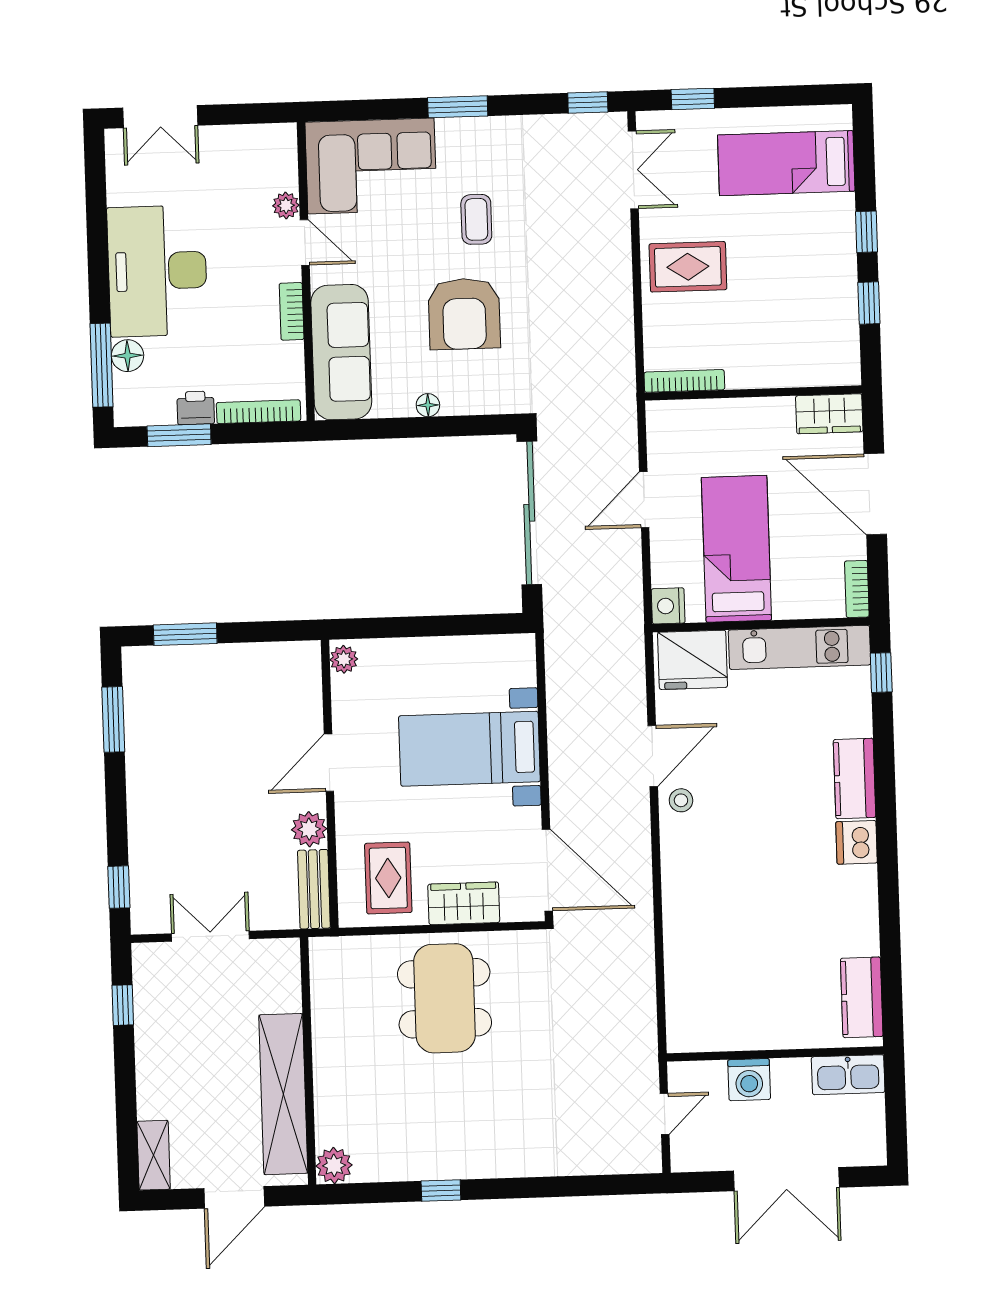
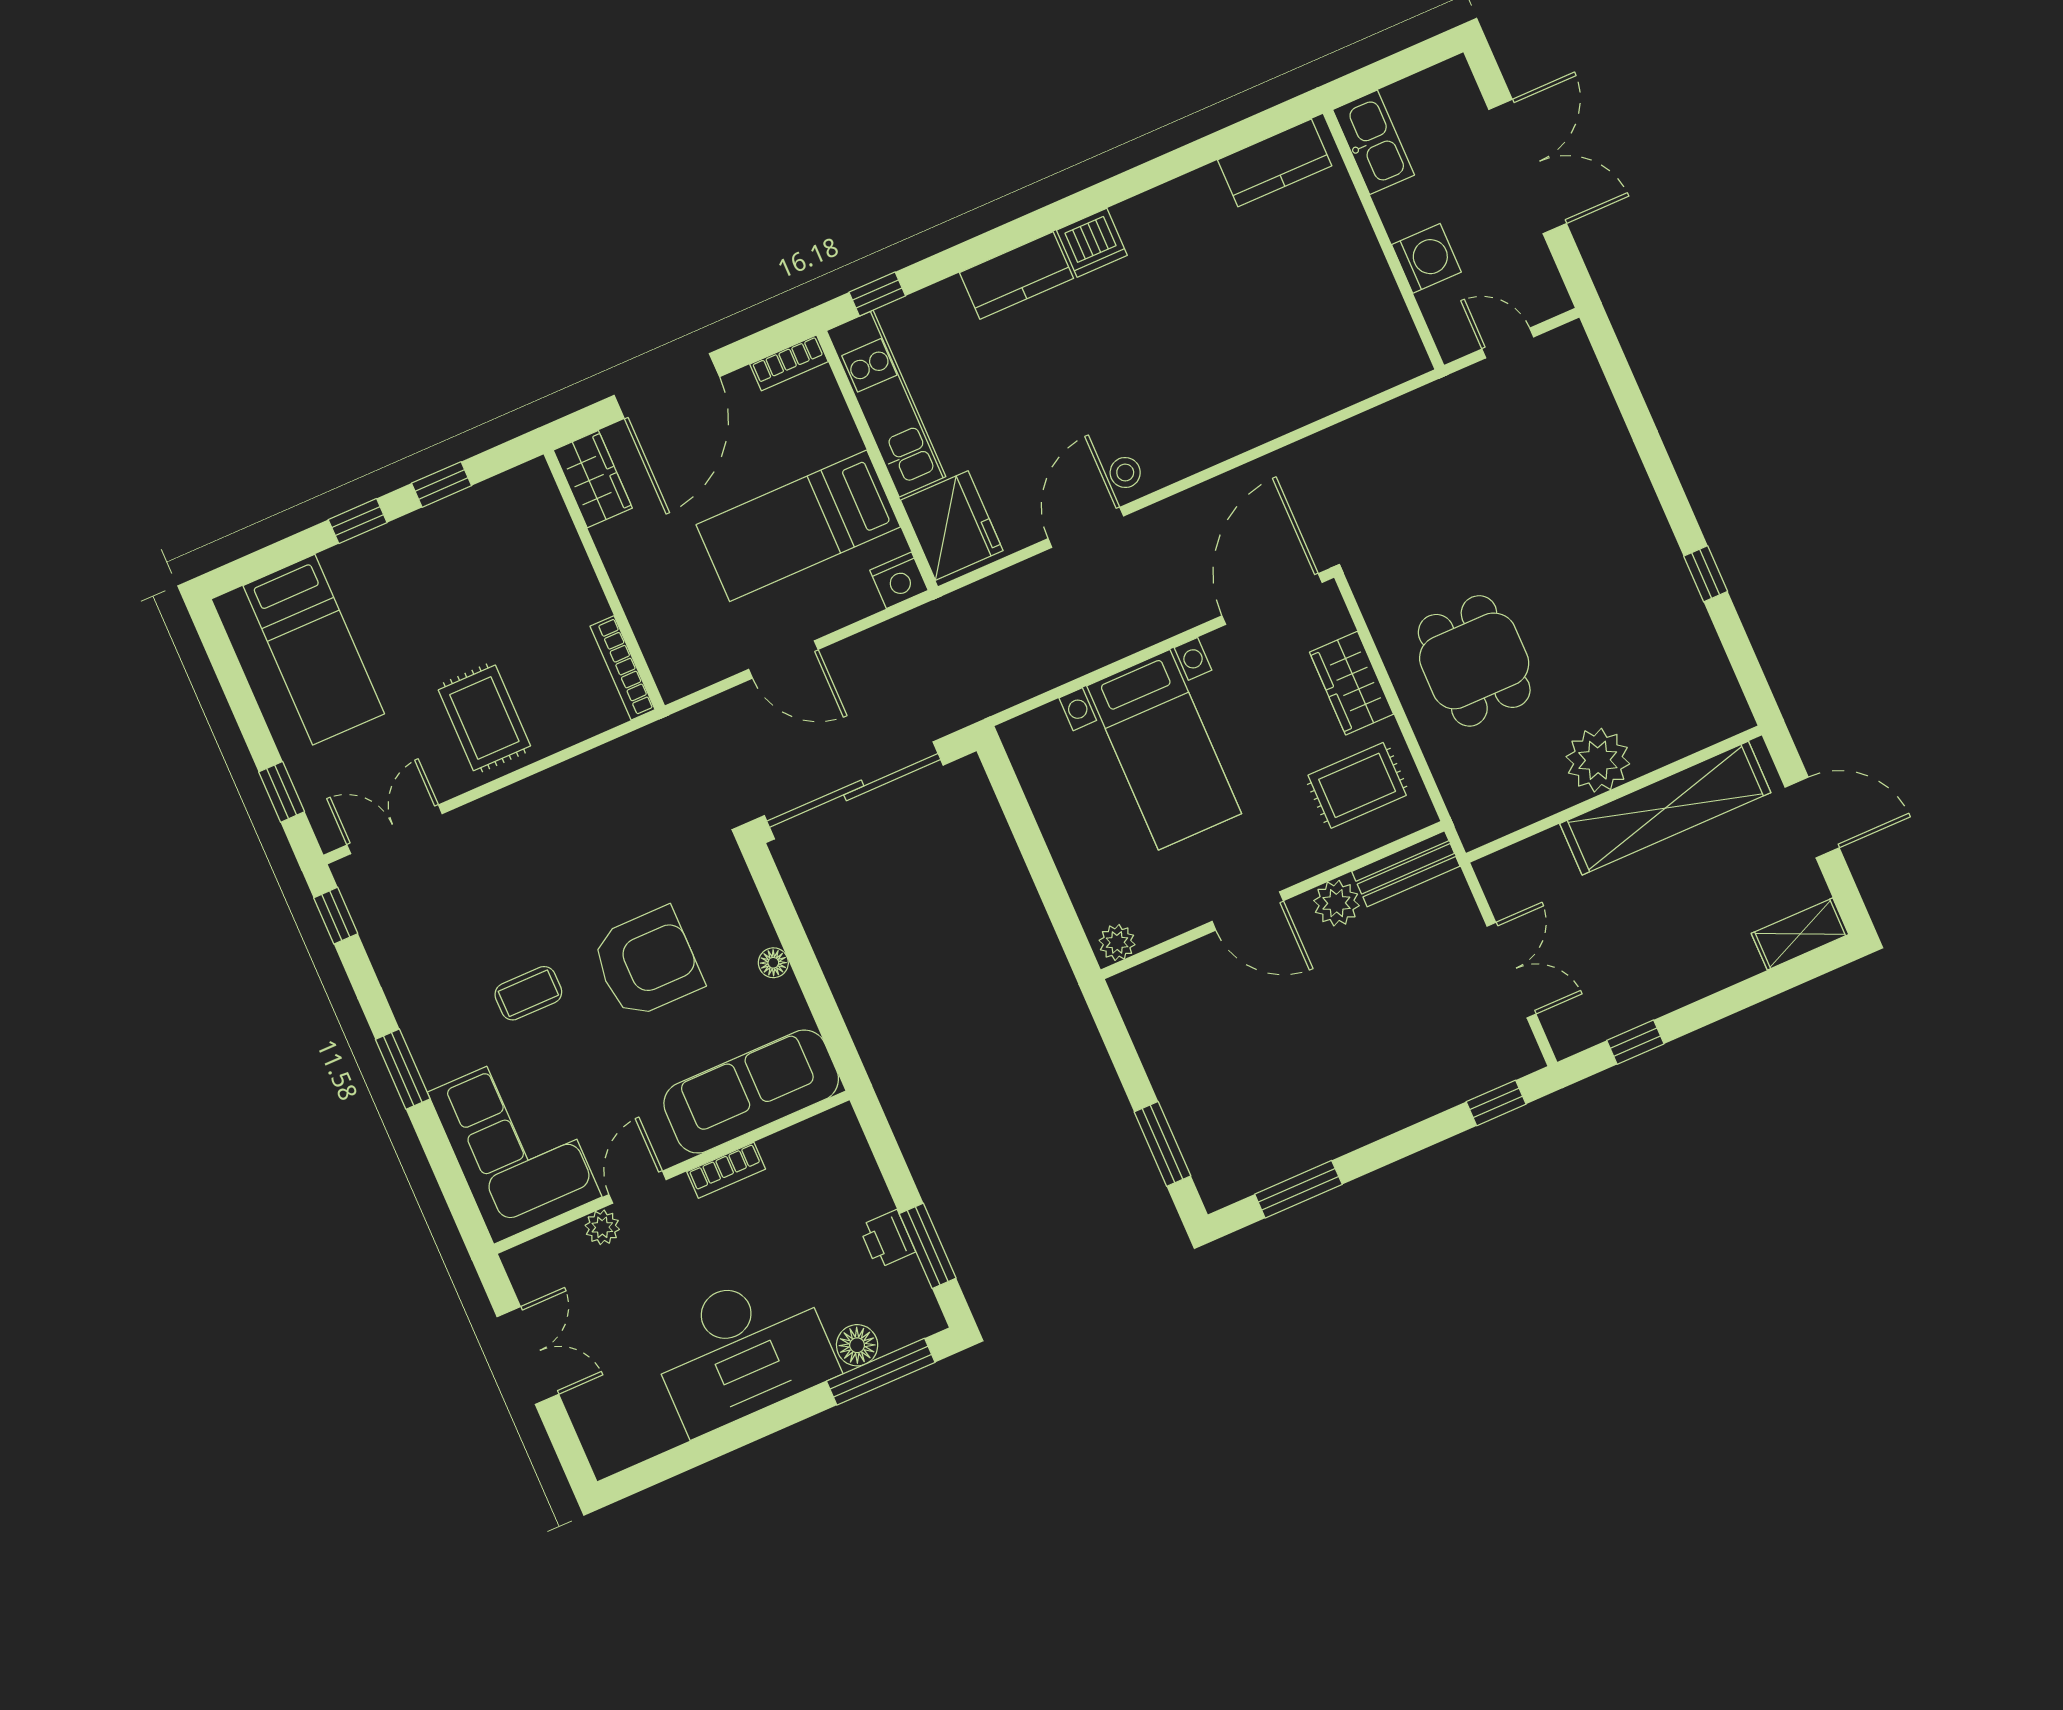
double door: (160, 117) -> (528, 1356), moved
bookcase: (259, 412) -> (862, 1162), removed
door: (653, 756) -> (1086, 527), hinge flipped
double door: (210, 936) -> (1511, 970), swing flipped
dining table: (444, 998) -> (1474, 661), width x0.73
plant: (334, 1165) -> (1598, 760), moved, width x1.36, depth x1.36

